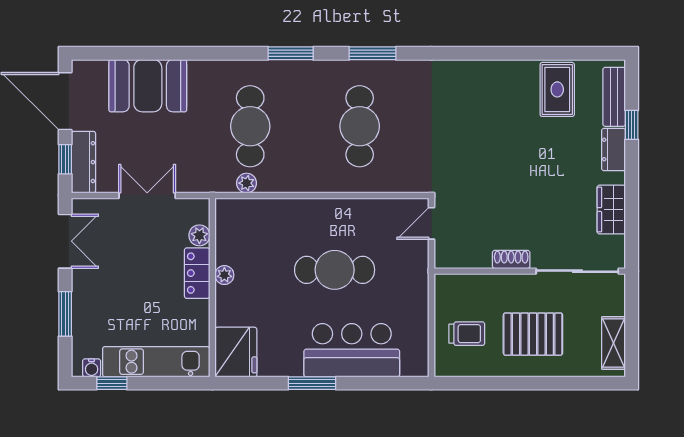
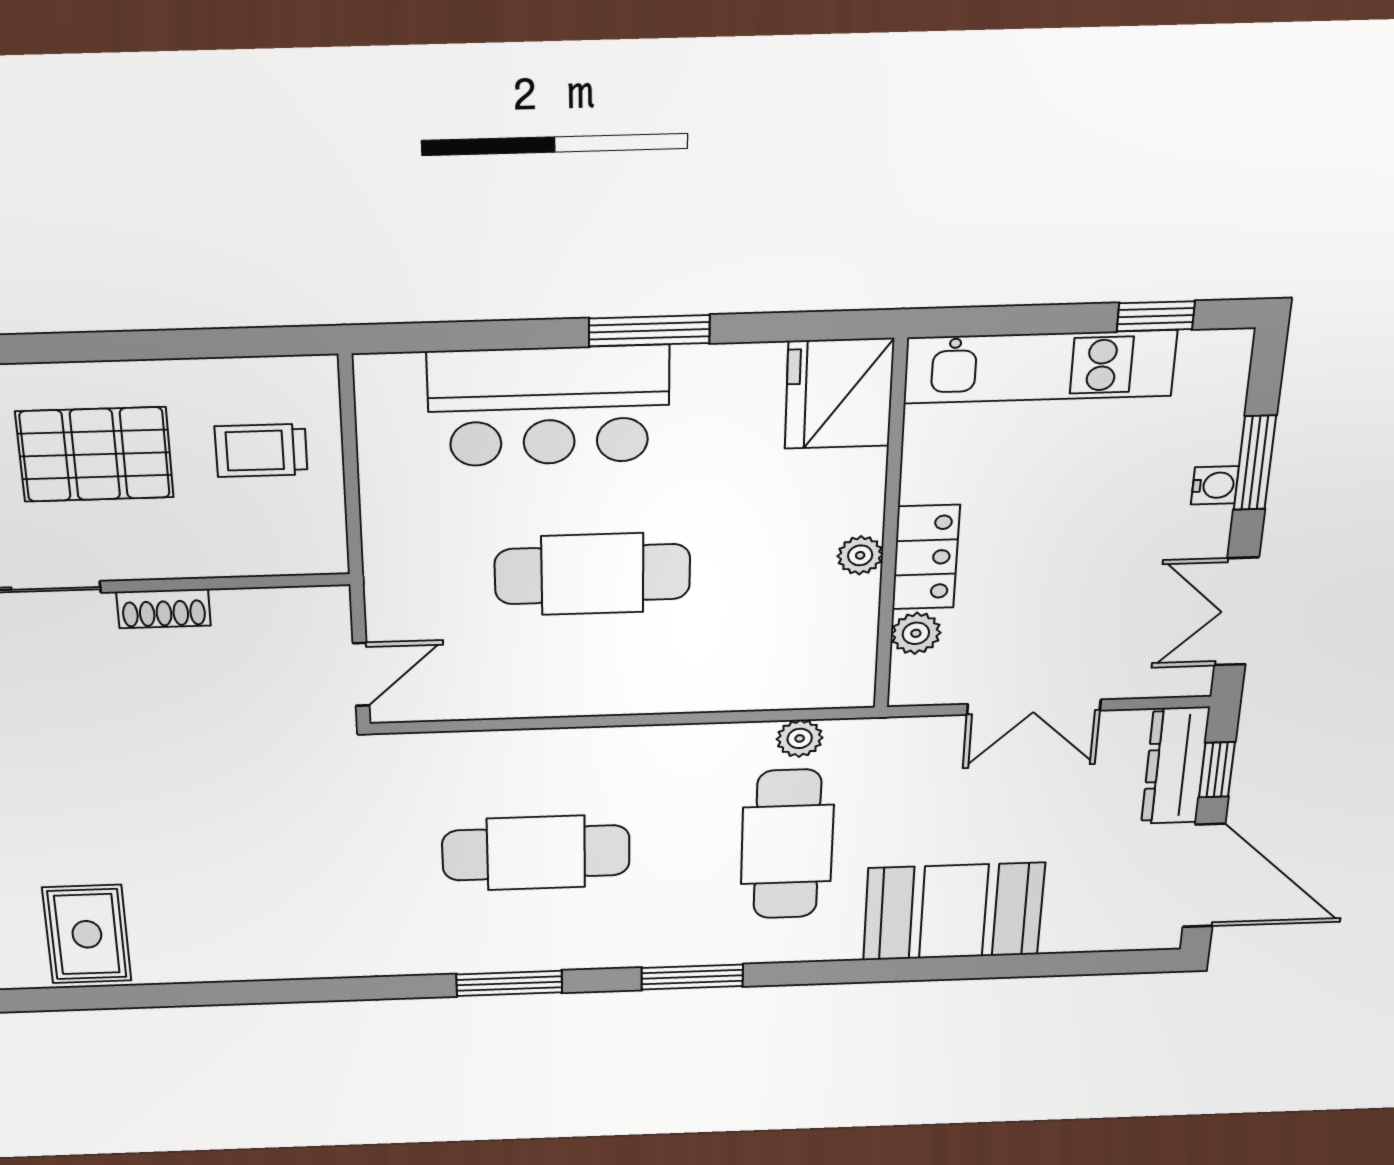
booth: (148, 86) -> (954, 912), moved
cafe table: (360, 126) -> (536, 853), turned 90
water cooler: (92, 368) -> (1215, 485), moved, turned 90

